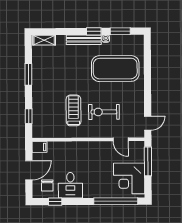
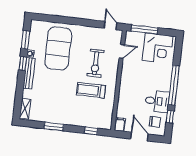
window: (116, 201) -> (174, 85), moved

